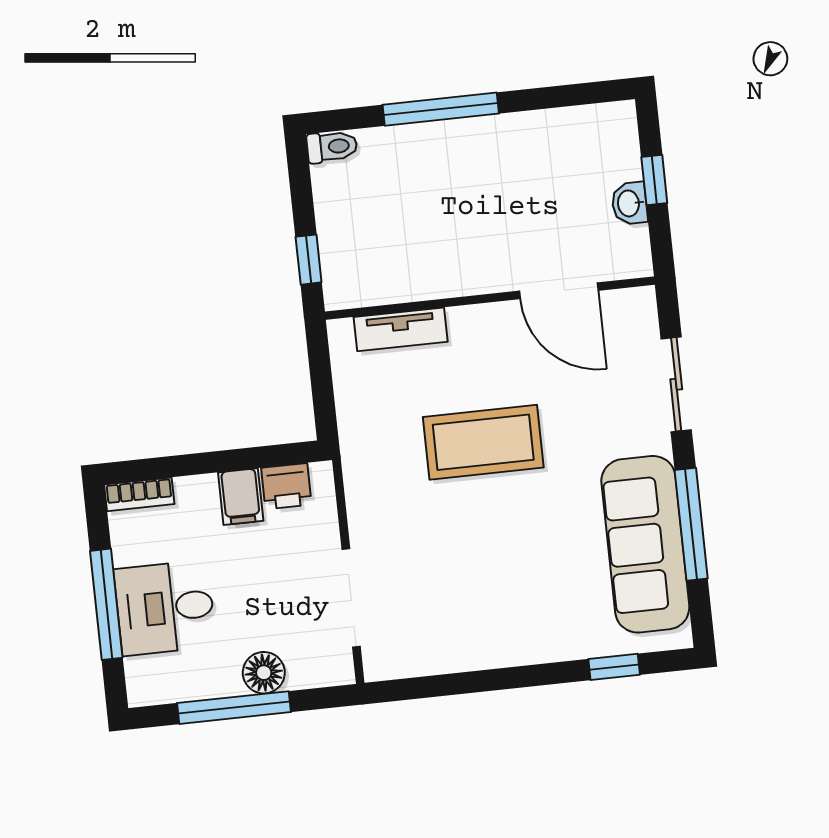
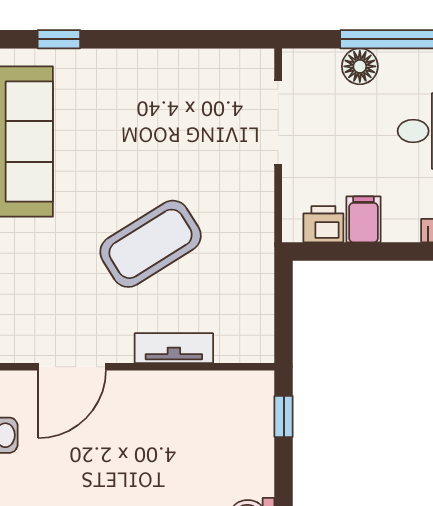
door: (559, 291) -> (72, 367), swing flipped
tv unit: (401, 329) -> (174, 348), moved
coffee table: (483, 442) -> (151, 244), turned -32

